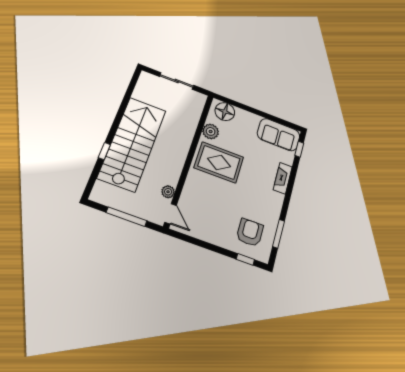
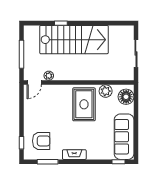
sofa: (279, 135) -> (124, 137), width x1.36
fireplace: (283, 178) -> (74, 155), moved

